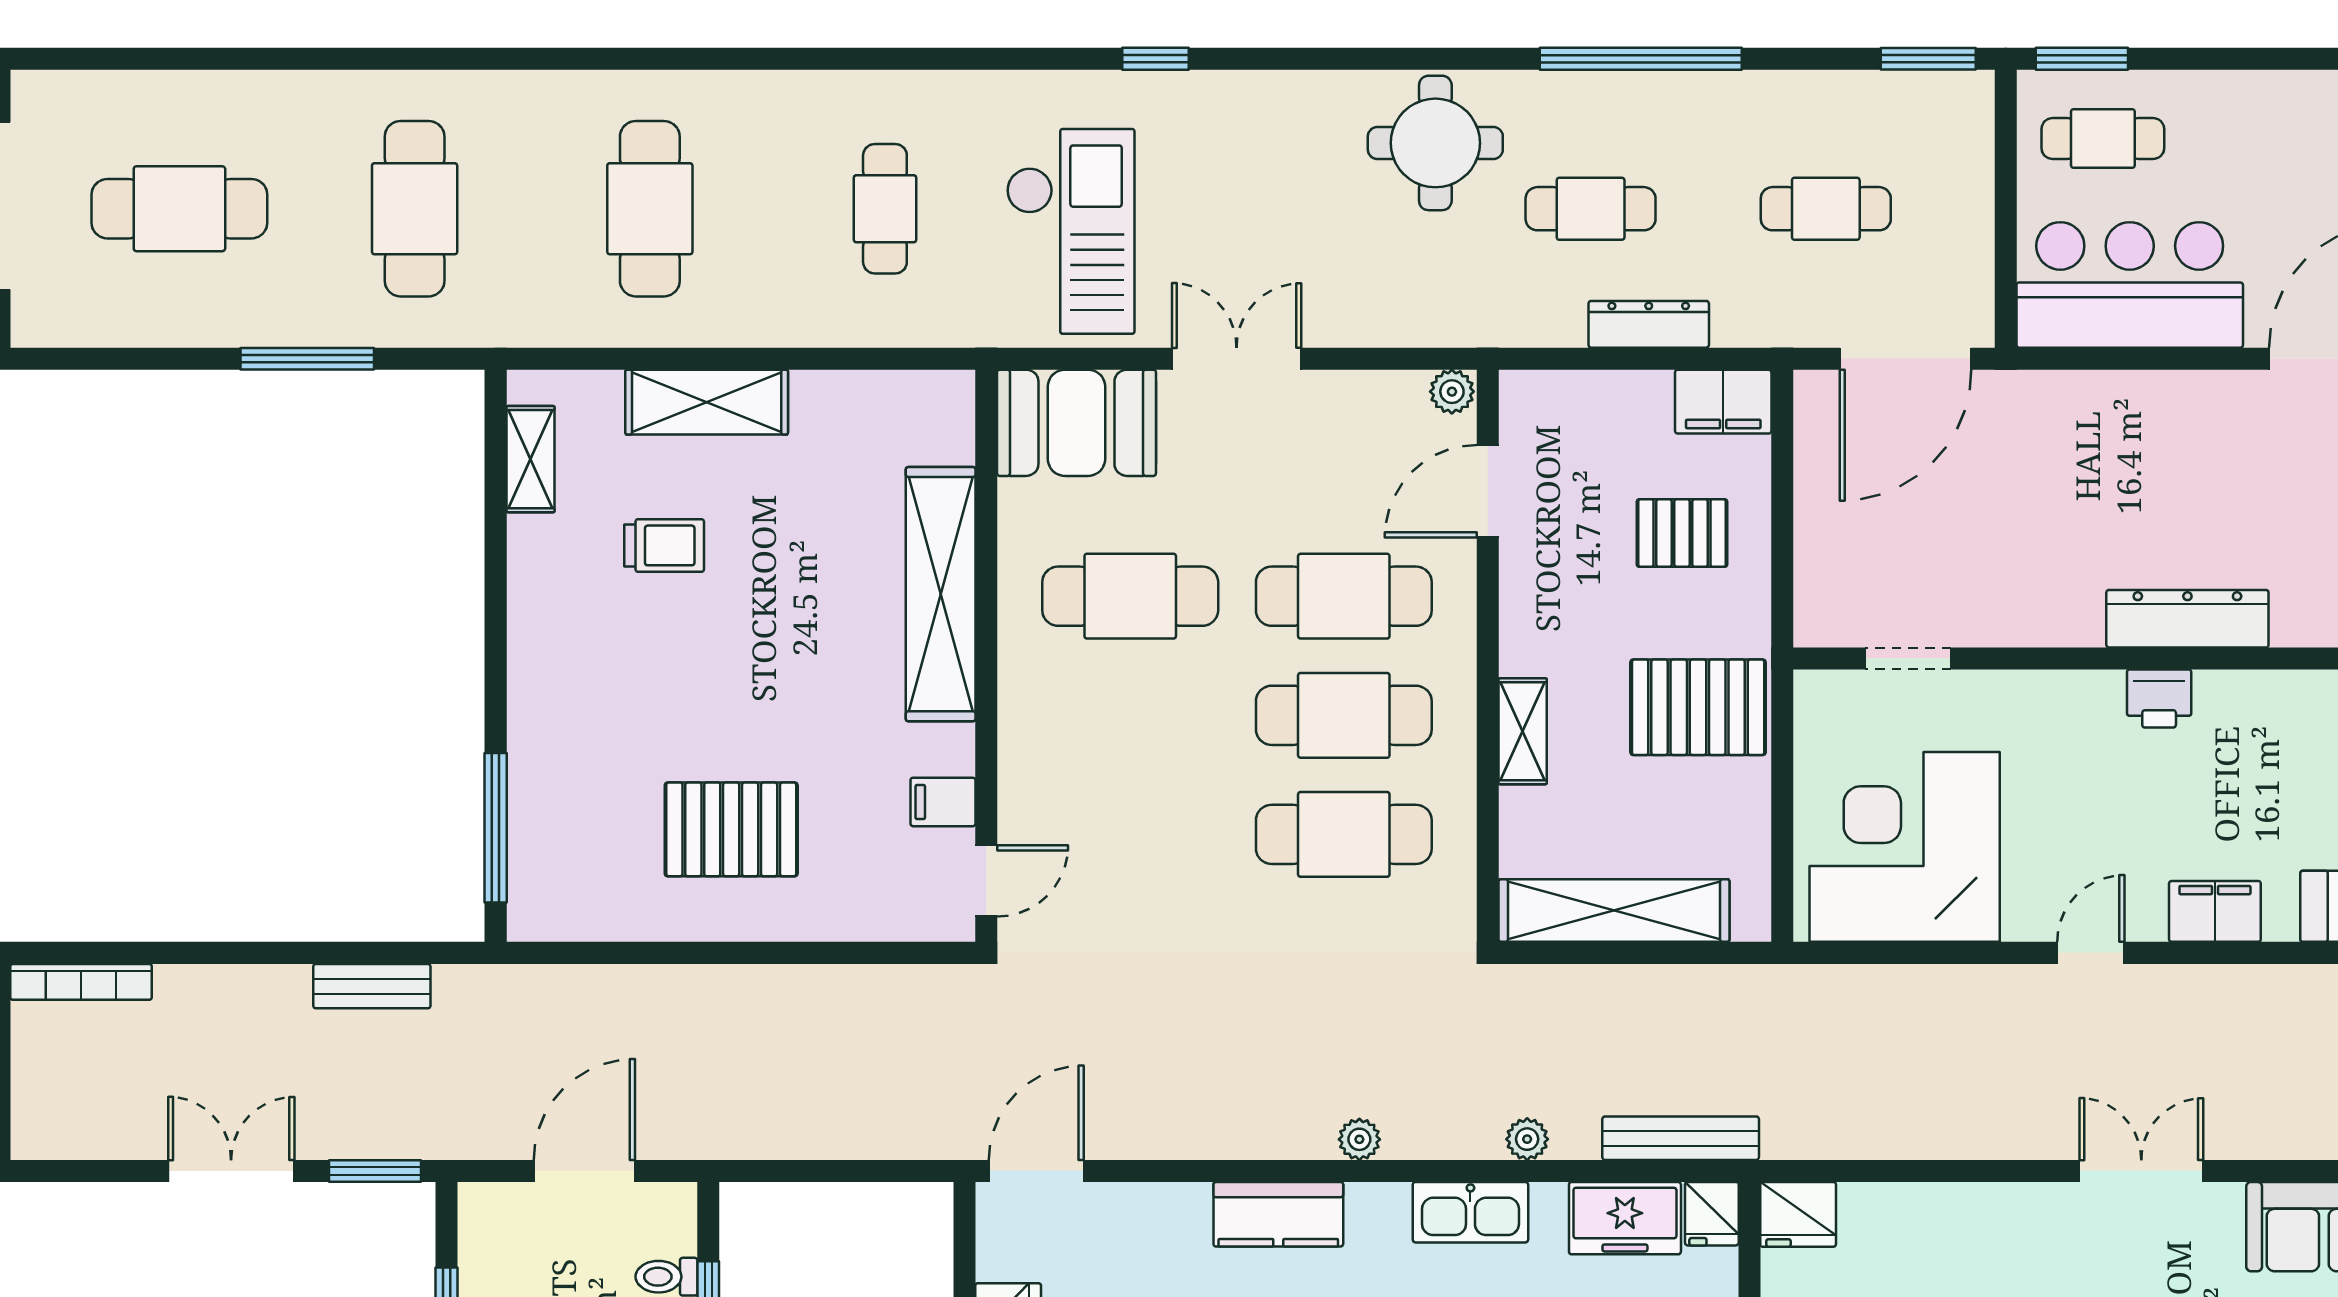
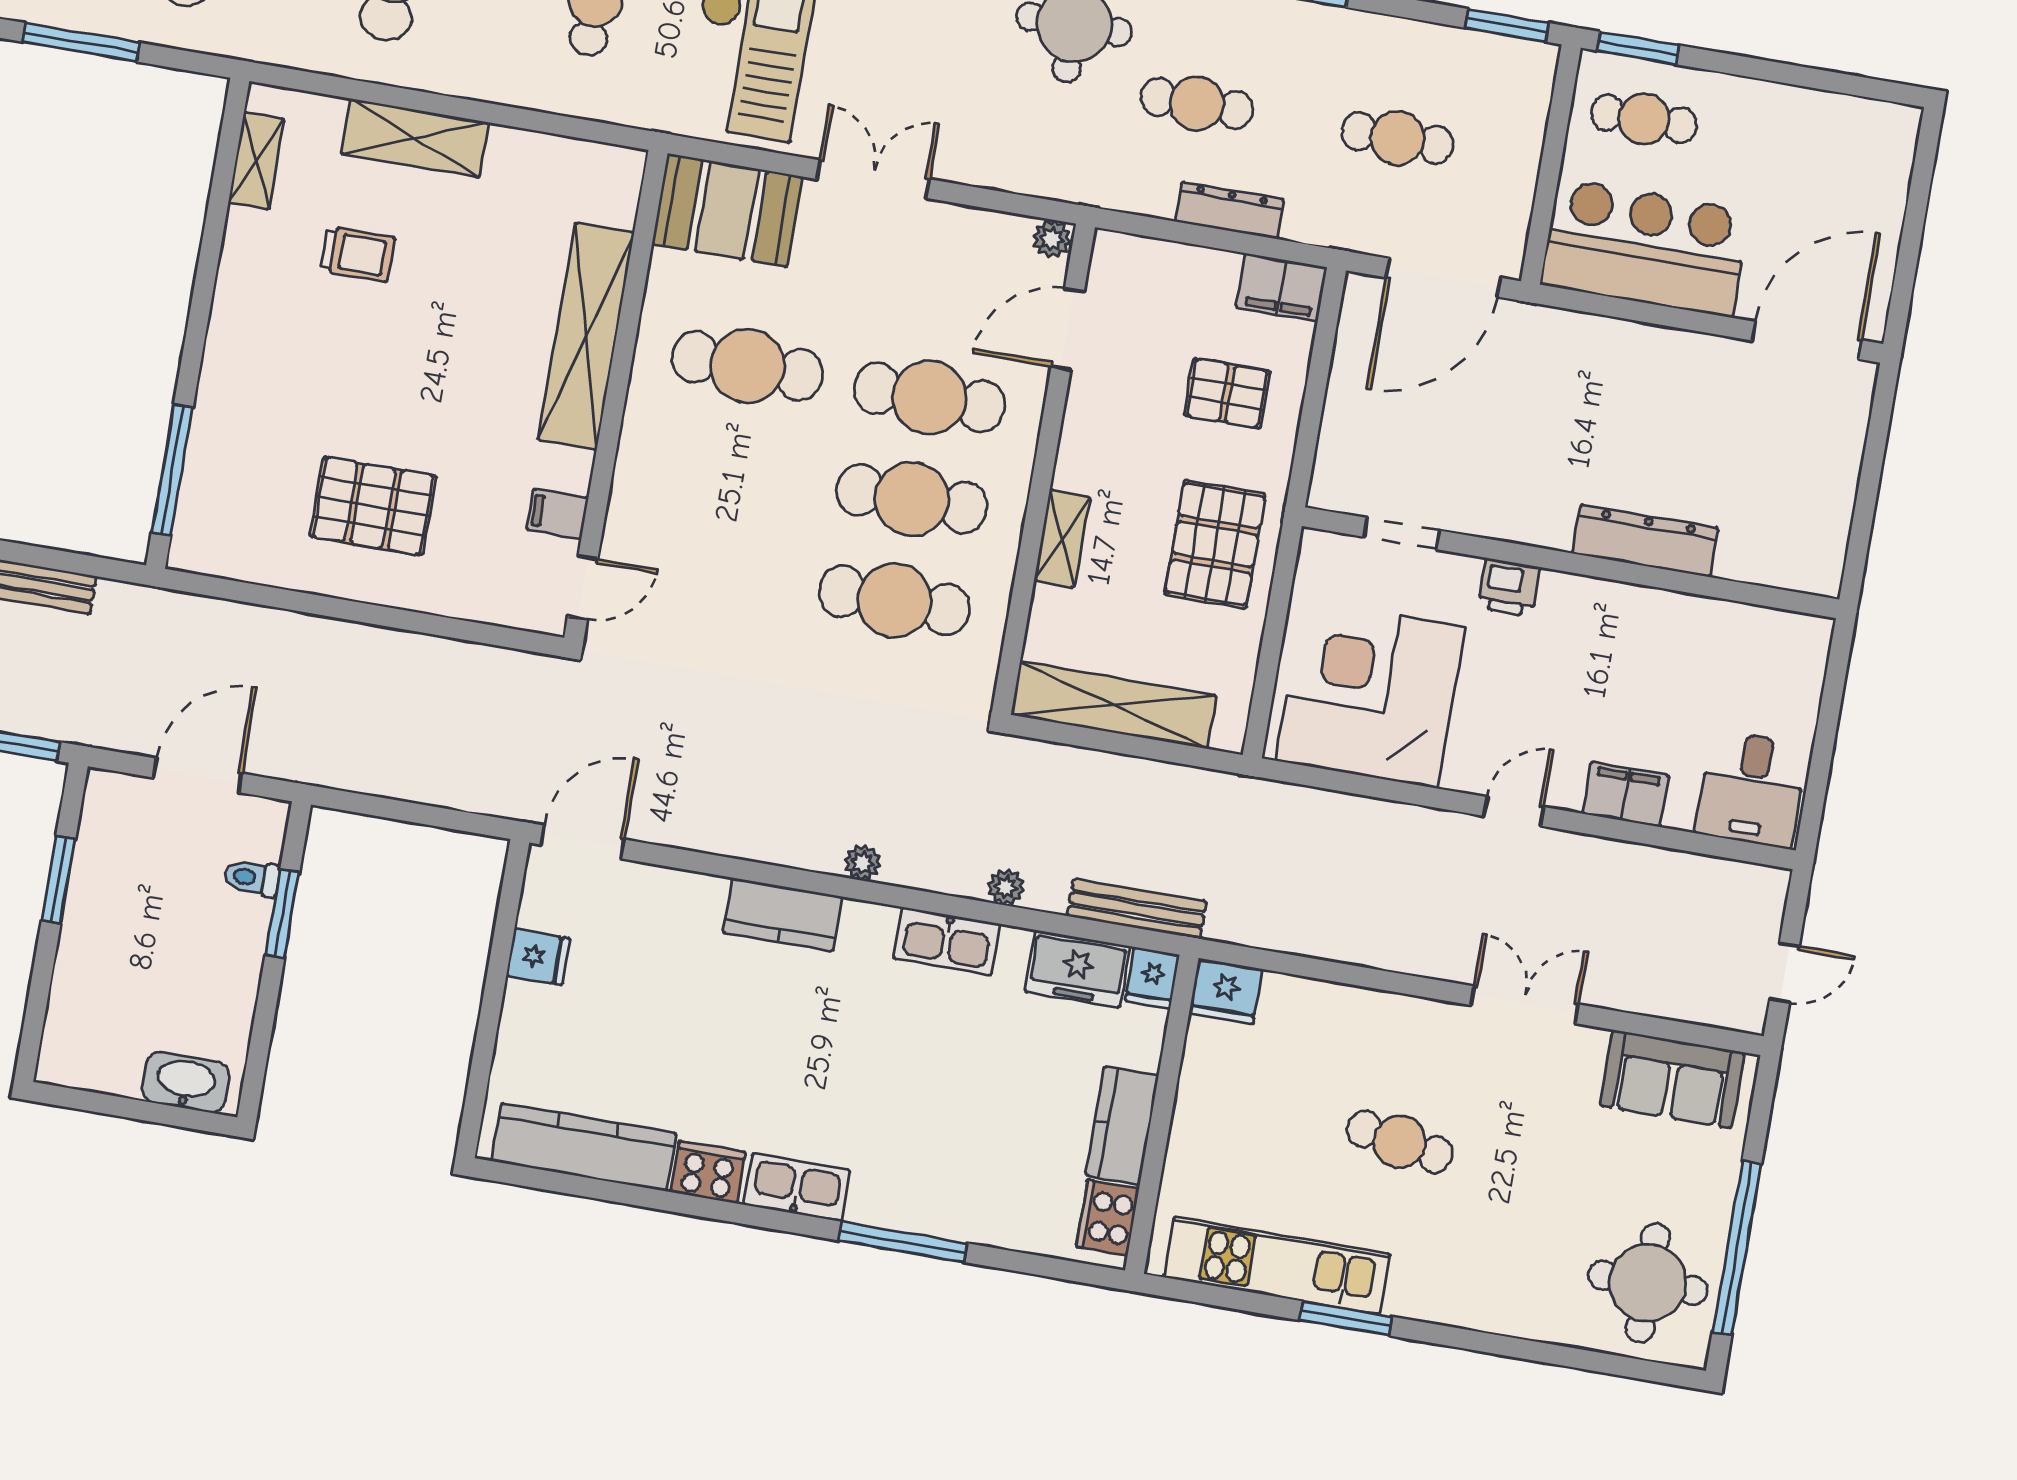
printer: (2159, 699) -> (1509, 587), moved
pallet: (1698, 707) -> (1215, 544), turned 90

